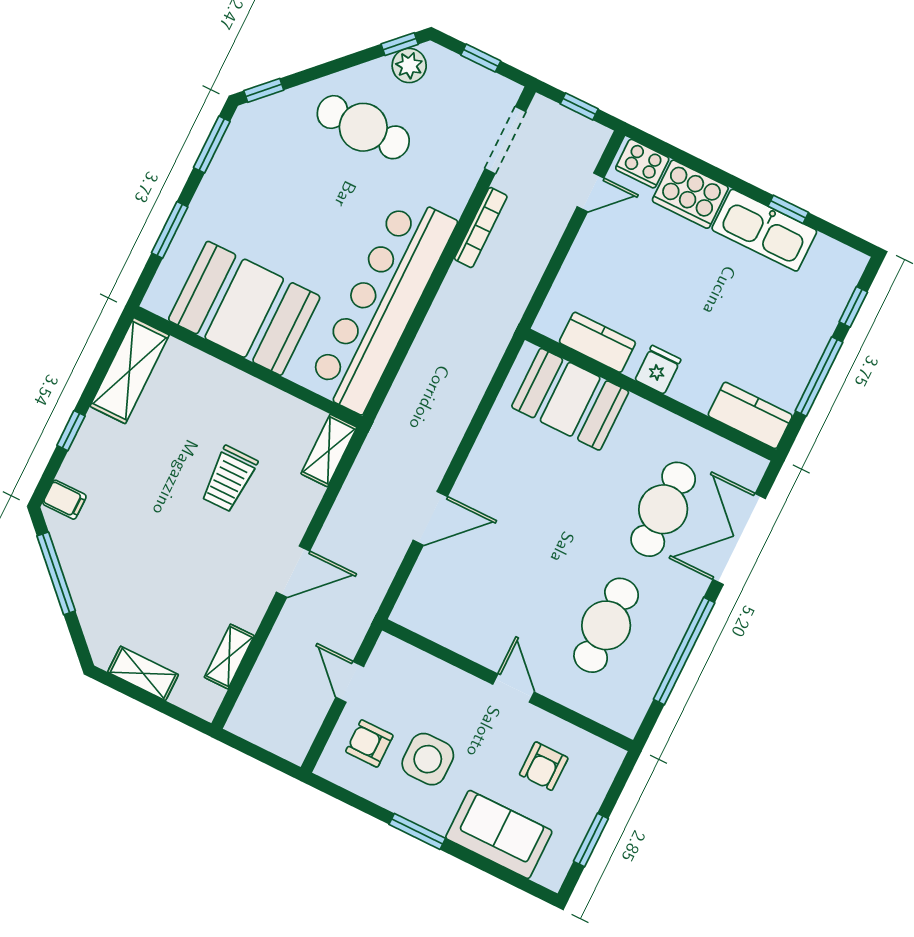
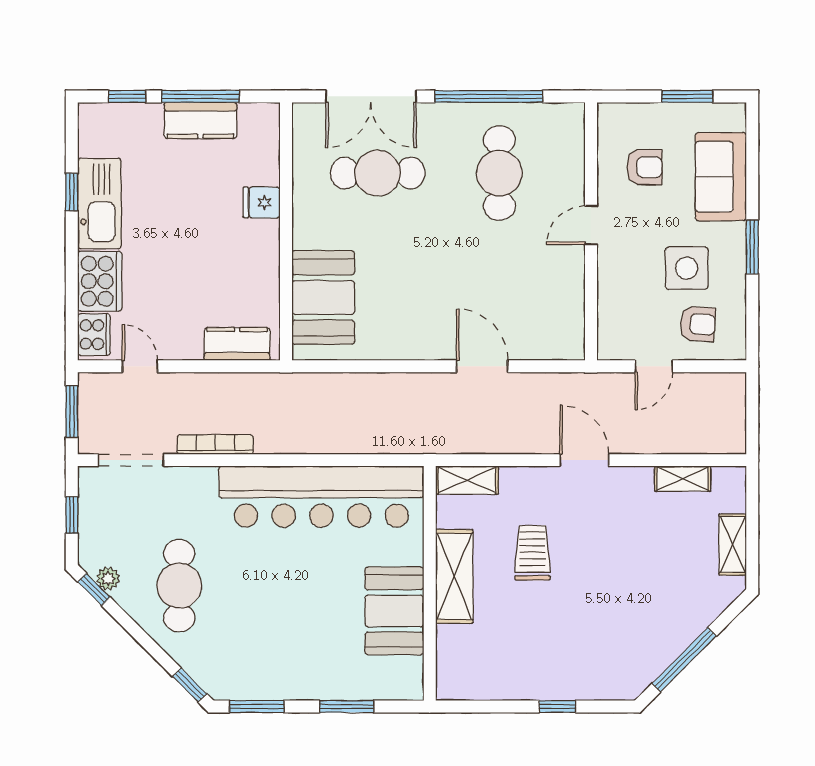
plant: (409, 66) -> (108, 579), width x0.73, depth x0.73
window: (579, 106) -> (72, 412), width x1.50
booth: (244, 308) -> (394, 611), width x0.73, depth x0.70
kitchen counter: (597, 342) -> (237, 344), moved, turned 90
fridge: (658, 370) -> (262, 203), moved
shelving: (130, 371) -> (454, 576), moved, turned 90
kitchen counter: (750, 415) -> (200, 120), moved, turned -90
trolley: (229, 479) -> (532, 553), turned -90
filing cabinet: (64, 500) -> (619, 683), removed
cafe table: (606, 625) -> (499, 173), turned 90
armchair: (369, 743) -> (698, 324), turned -86

